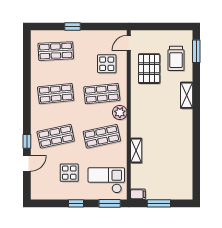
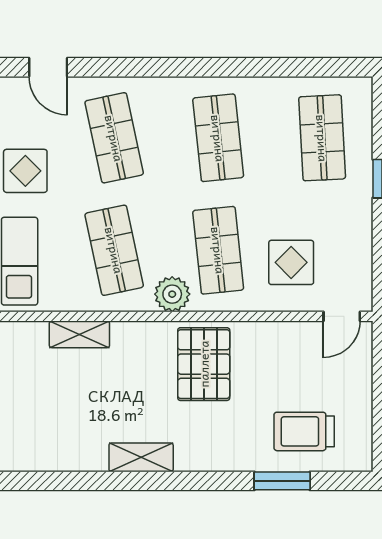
door: (129, 43) -> (342, 316), swing flipped
window: (196, 51) -> (282, 481), moved
pallet: (149, 69) -> (204, 364), moved, turned 90
shelving: (187, 95) -> (141, 457), moved
window: (27, 141) -> (102, 67), removed

